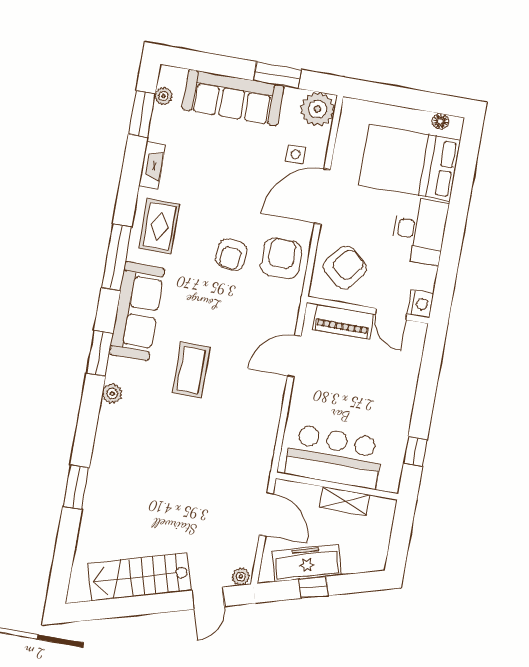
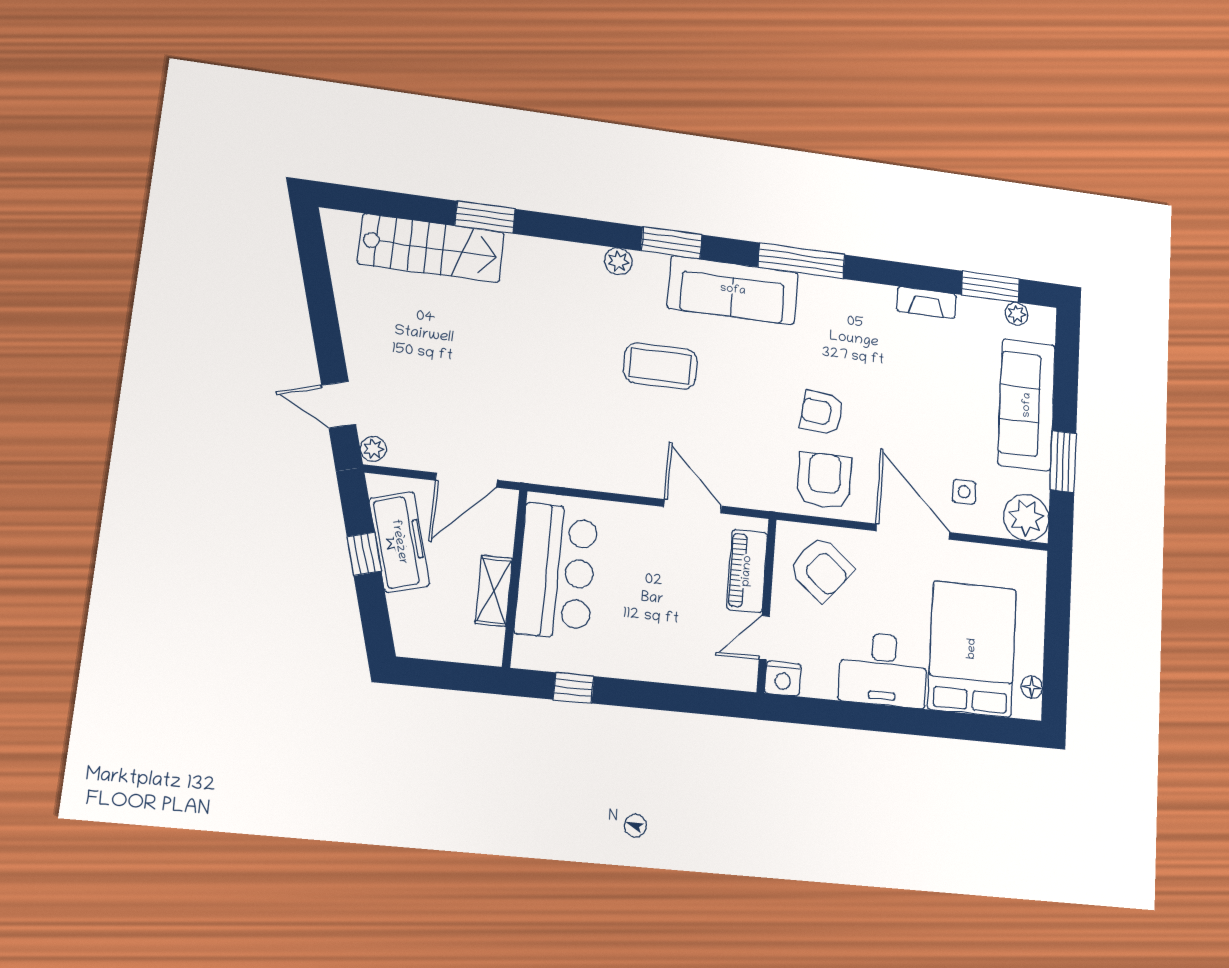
rug: (159, 226) -> (848, 315), removed
armchair: (281, 258) -> (824, 481), turned -90
stairs: (139, 577) -> (431, 248), moved, turned 106

